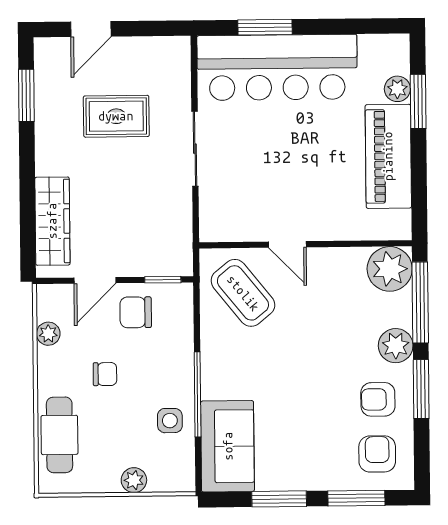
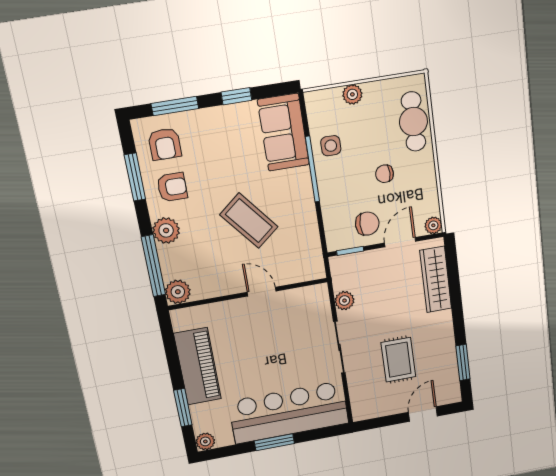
window: (265, 27) -> (274, 442), moved
plant: (397, 89) -> (205, 441), moved
rug: (116, 116) -> (398, 360), turned 90
plant: (179, 213) -> (344, 301), added
plant: (390, 269) -> (178, 292), width x0.73, depth x0.73
coffee table: (243, 293) -> (249, 221), moved
plant: (48, 334) -> (433, 225), moved
window: (421, 389) -> (135, 177), moved
window: (279, 499) -> (236, 96), width x0.67

